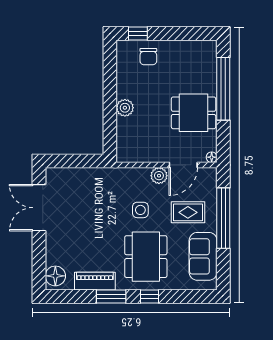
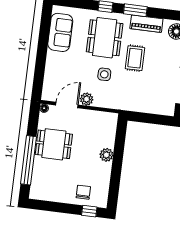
rug: (188, 212) -> (135, 58), moved, turned 90
window: (223, 218) -> (41, 60), removed

